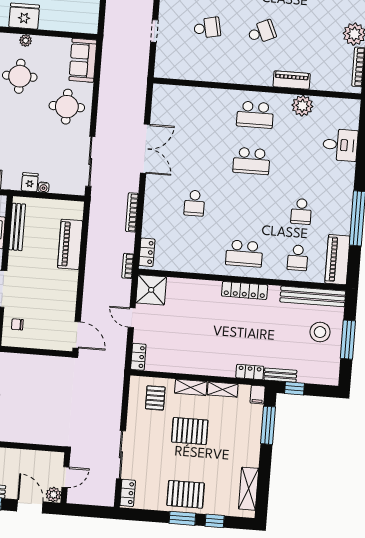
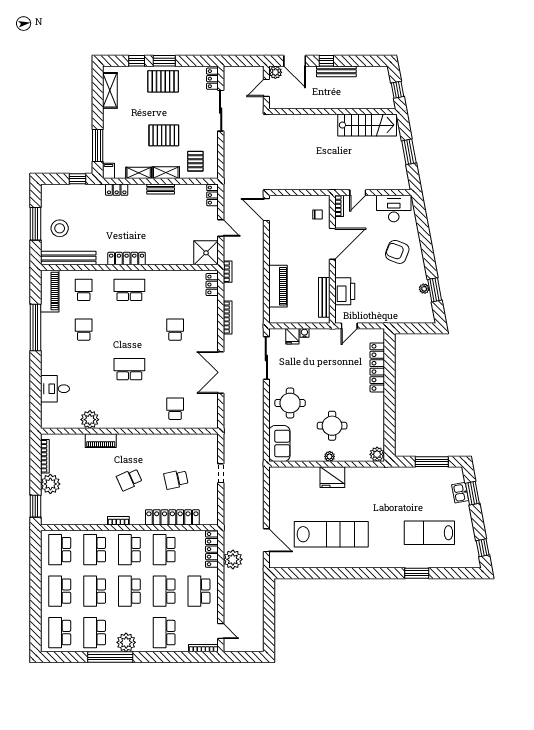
school desk: (255, 115) -> (175, 409), moved, width x0.54
fridge: (30, 182) -> (292, 336), moved
bench: (280, 375) -> (161, 189), moved

